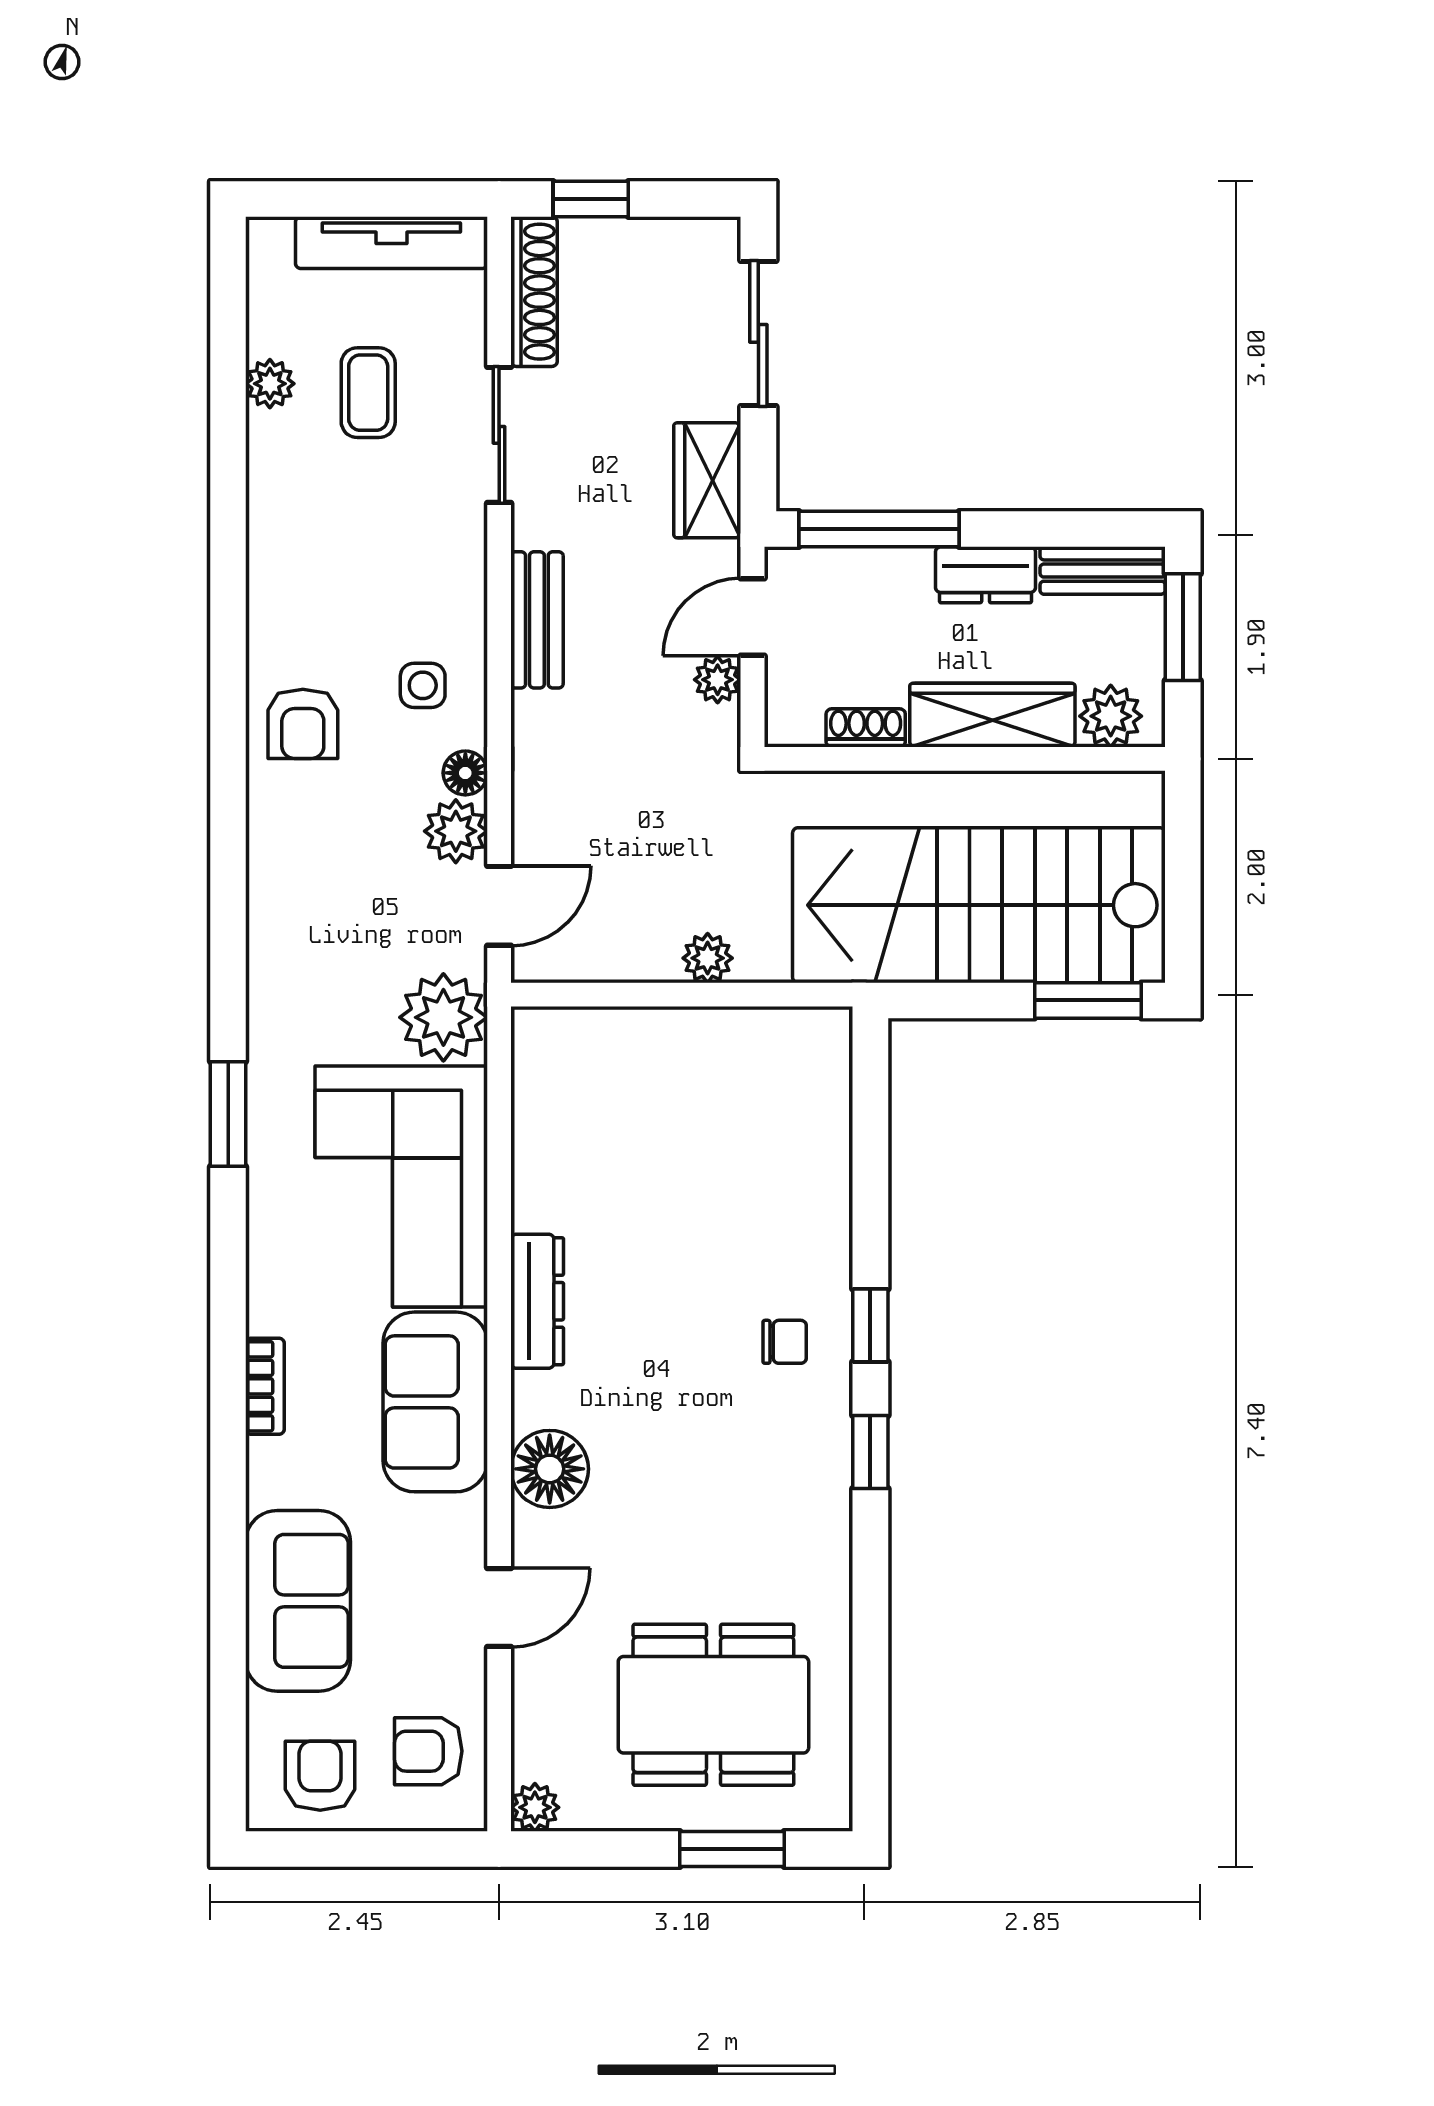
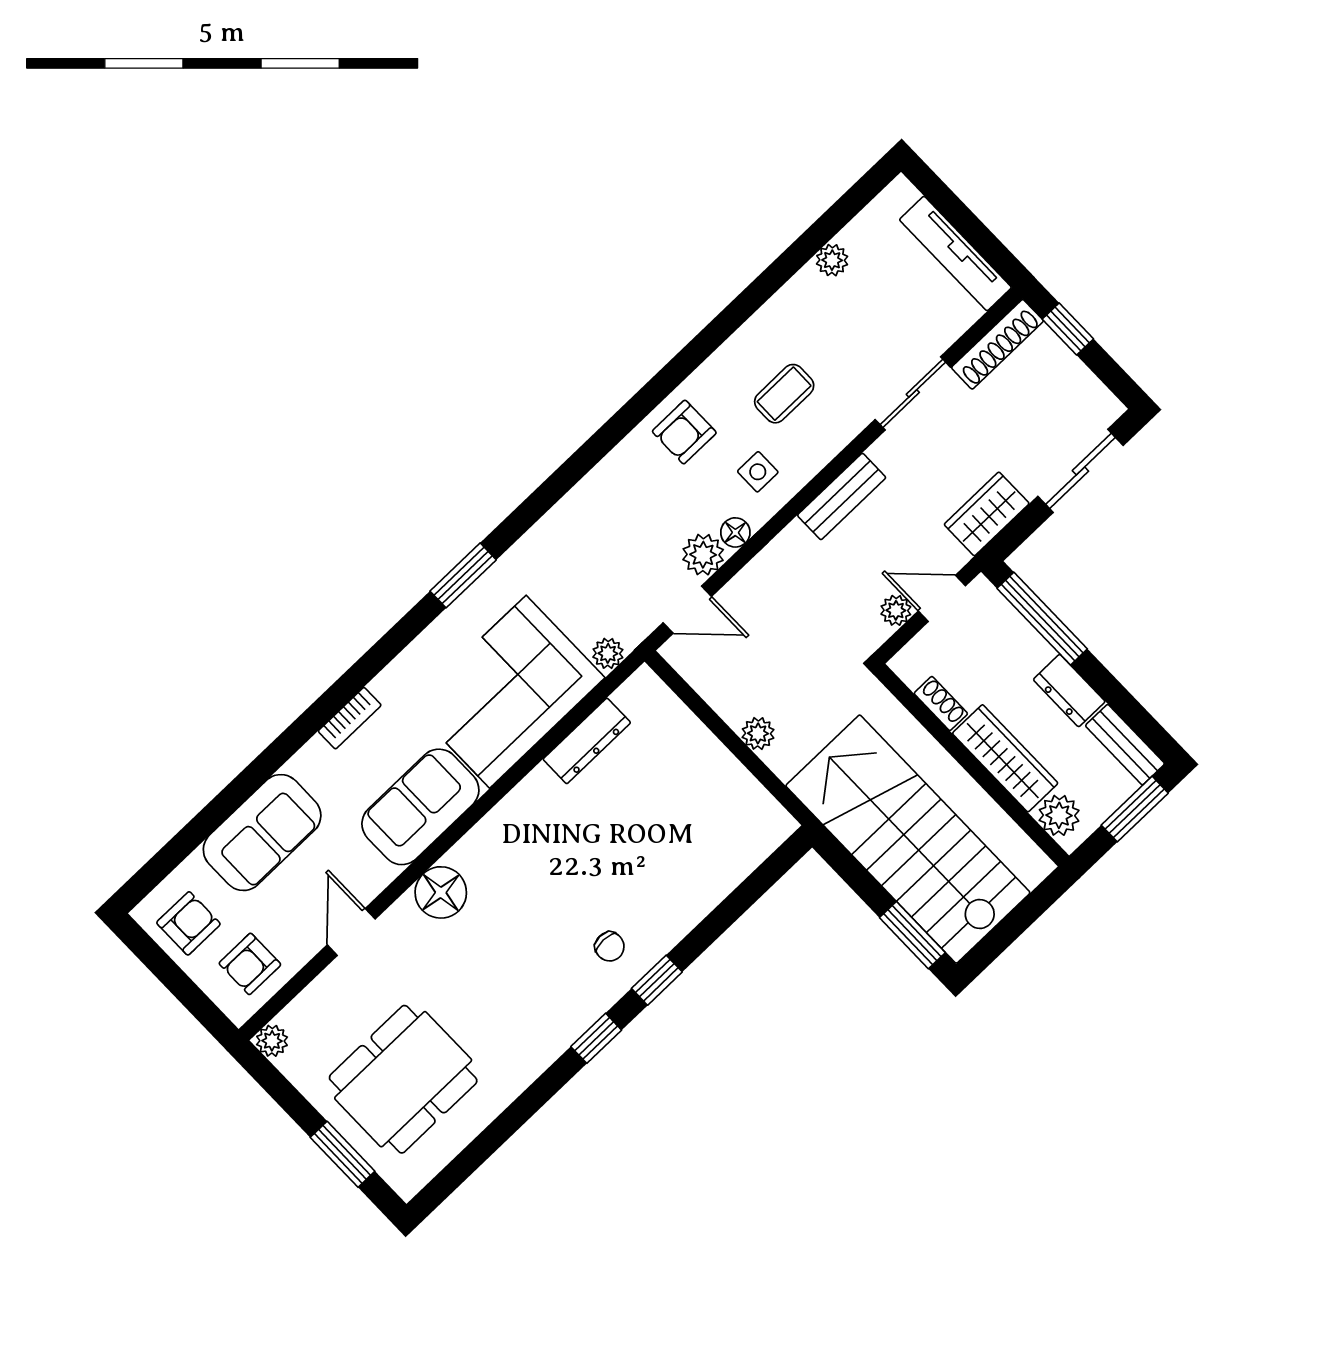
coffee table: (368, 393) -> (784, 394), moved
plant: (443, 1017) -> (608, 653), width x0.53, depth x0.53
dresser: (537, 1301) -> (587, 741), moved
door: (499, 1608) -> (351, 932), swing flipped
dining table: (713, 1705) -> (403, 1079), turned 90
armchair: (428, 1751) -> (250, 964), turned -90

